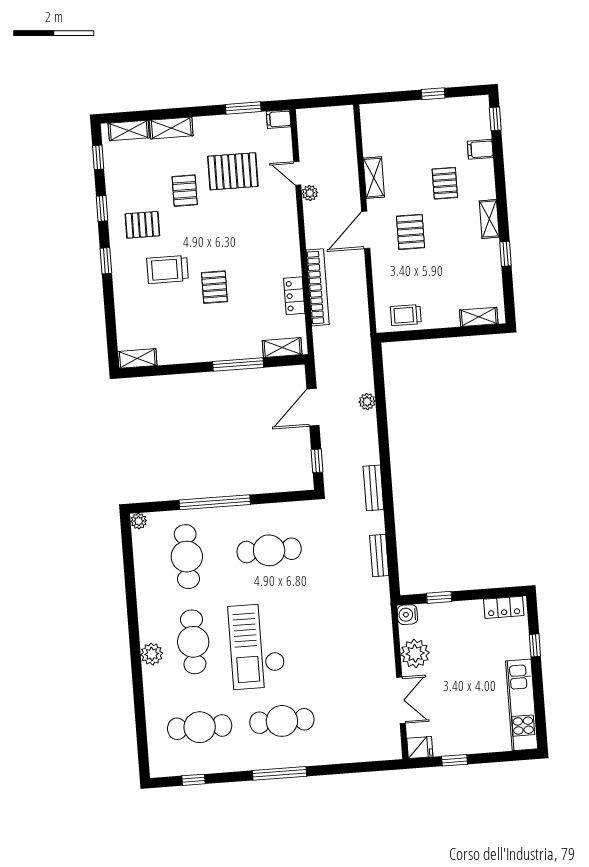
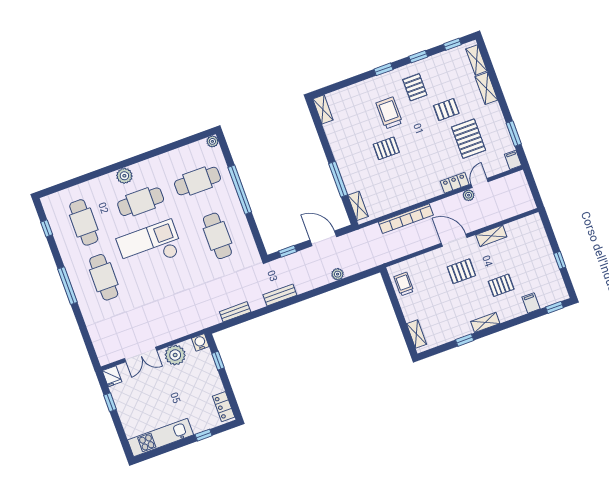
locker: (294, 296) -> (455, 183), moved

